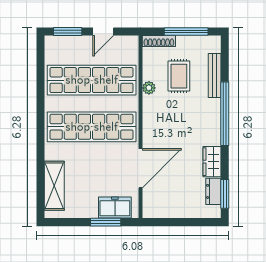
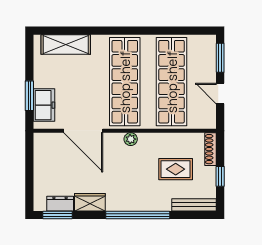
window: (186, 31) -> (220, 176), width x0.46
bench: (215, 75) -> (194, 205), moved
plant: (149, 88) -> (131, 139), moved

